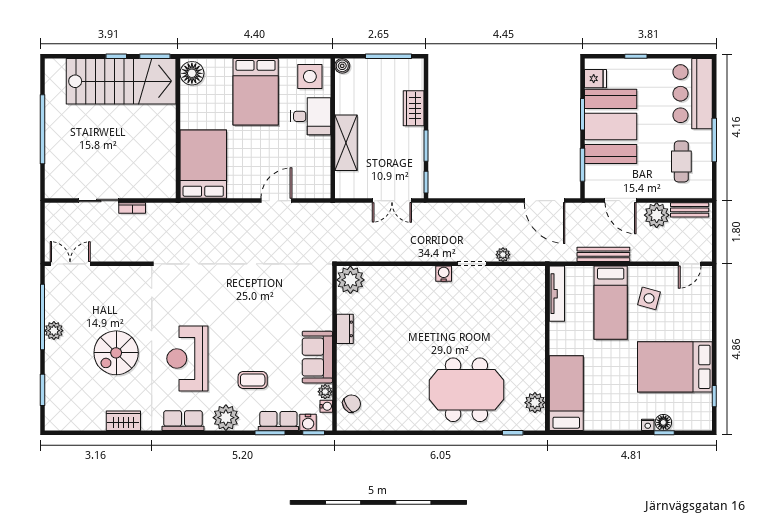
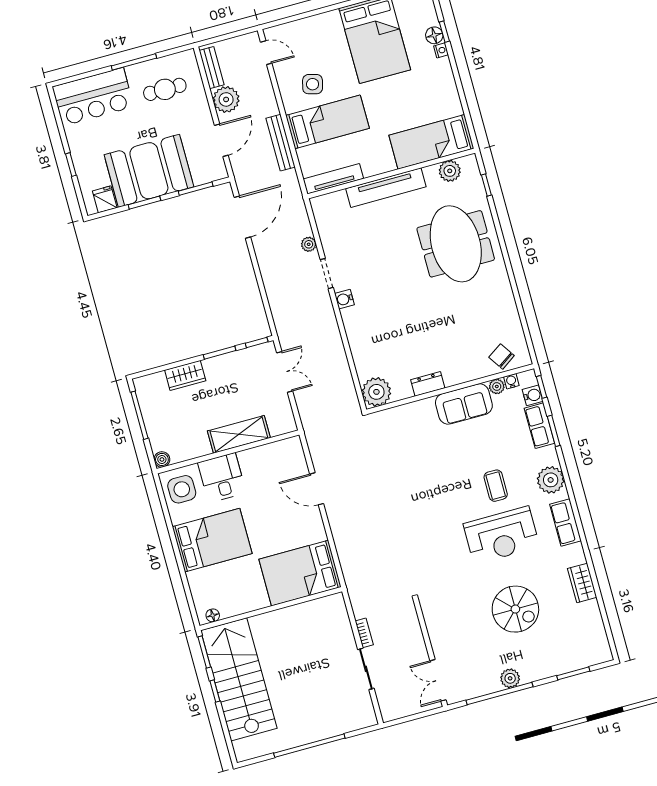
floor lamp: (192, 73) -> (213, 615), width x0.53, depth x0.53
tv unit: (536, 340) -> (386, 188), added
coffee table: (253, 380) -> (496, 486), moved

